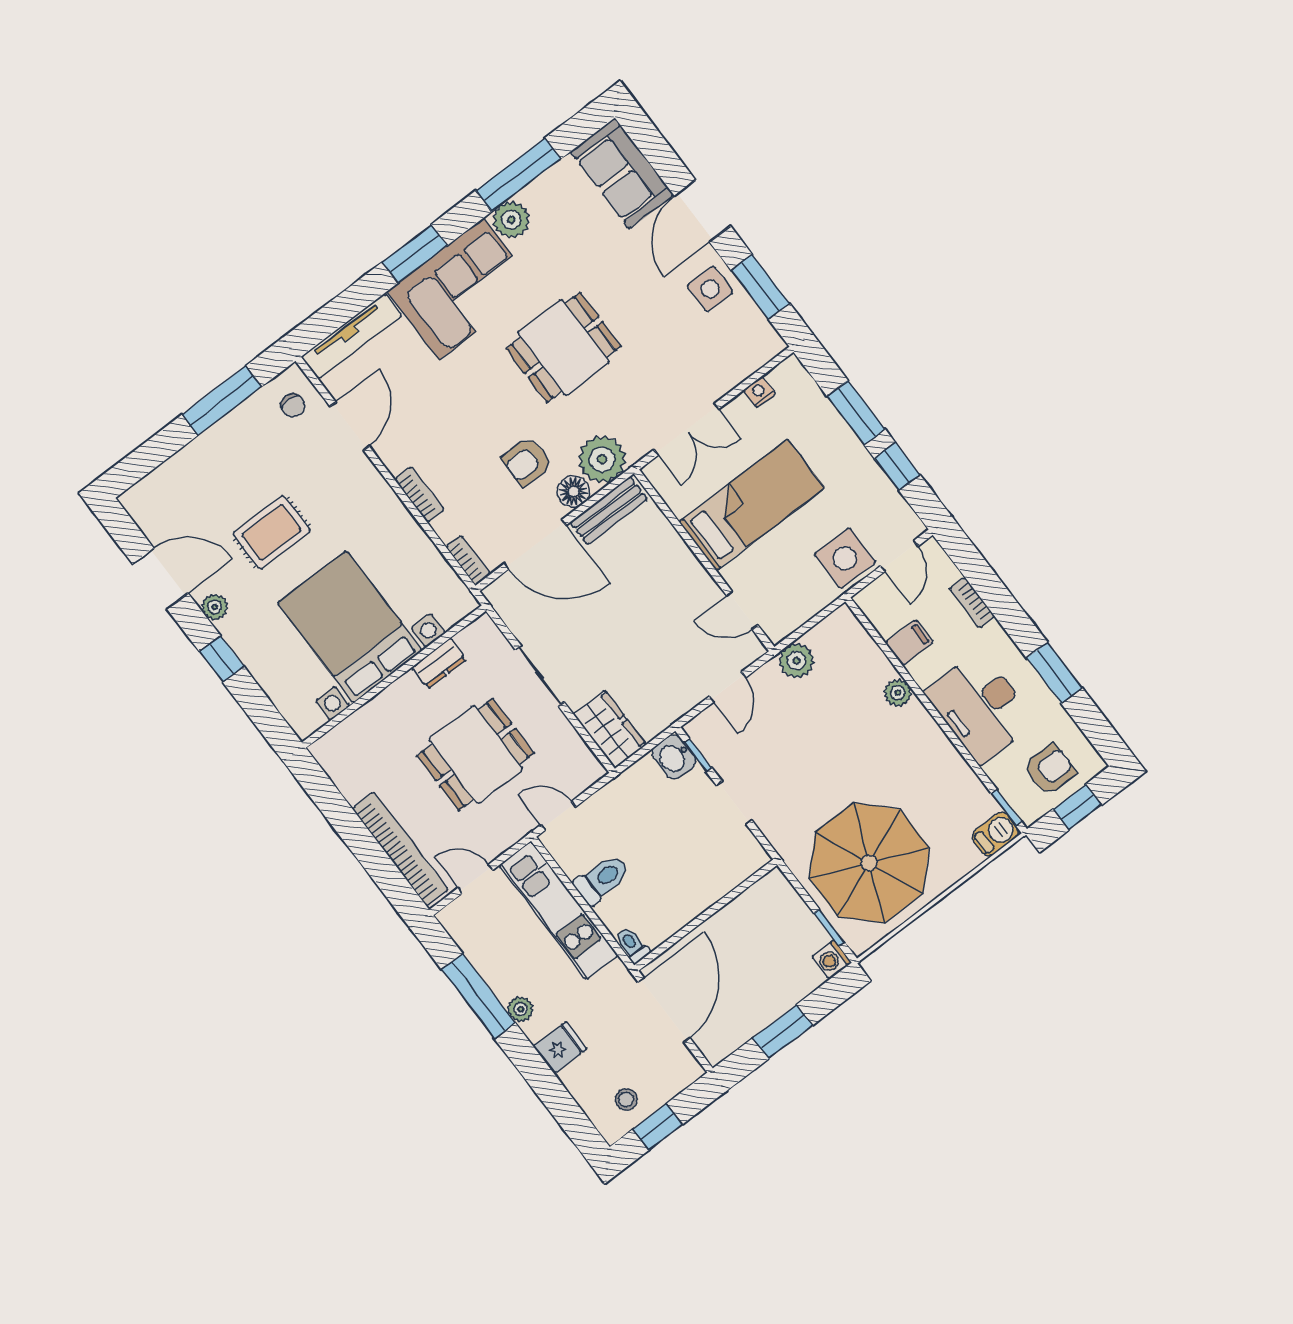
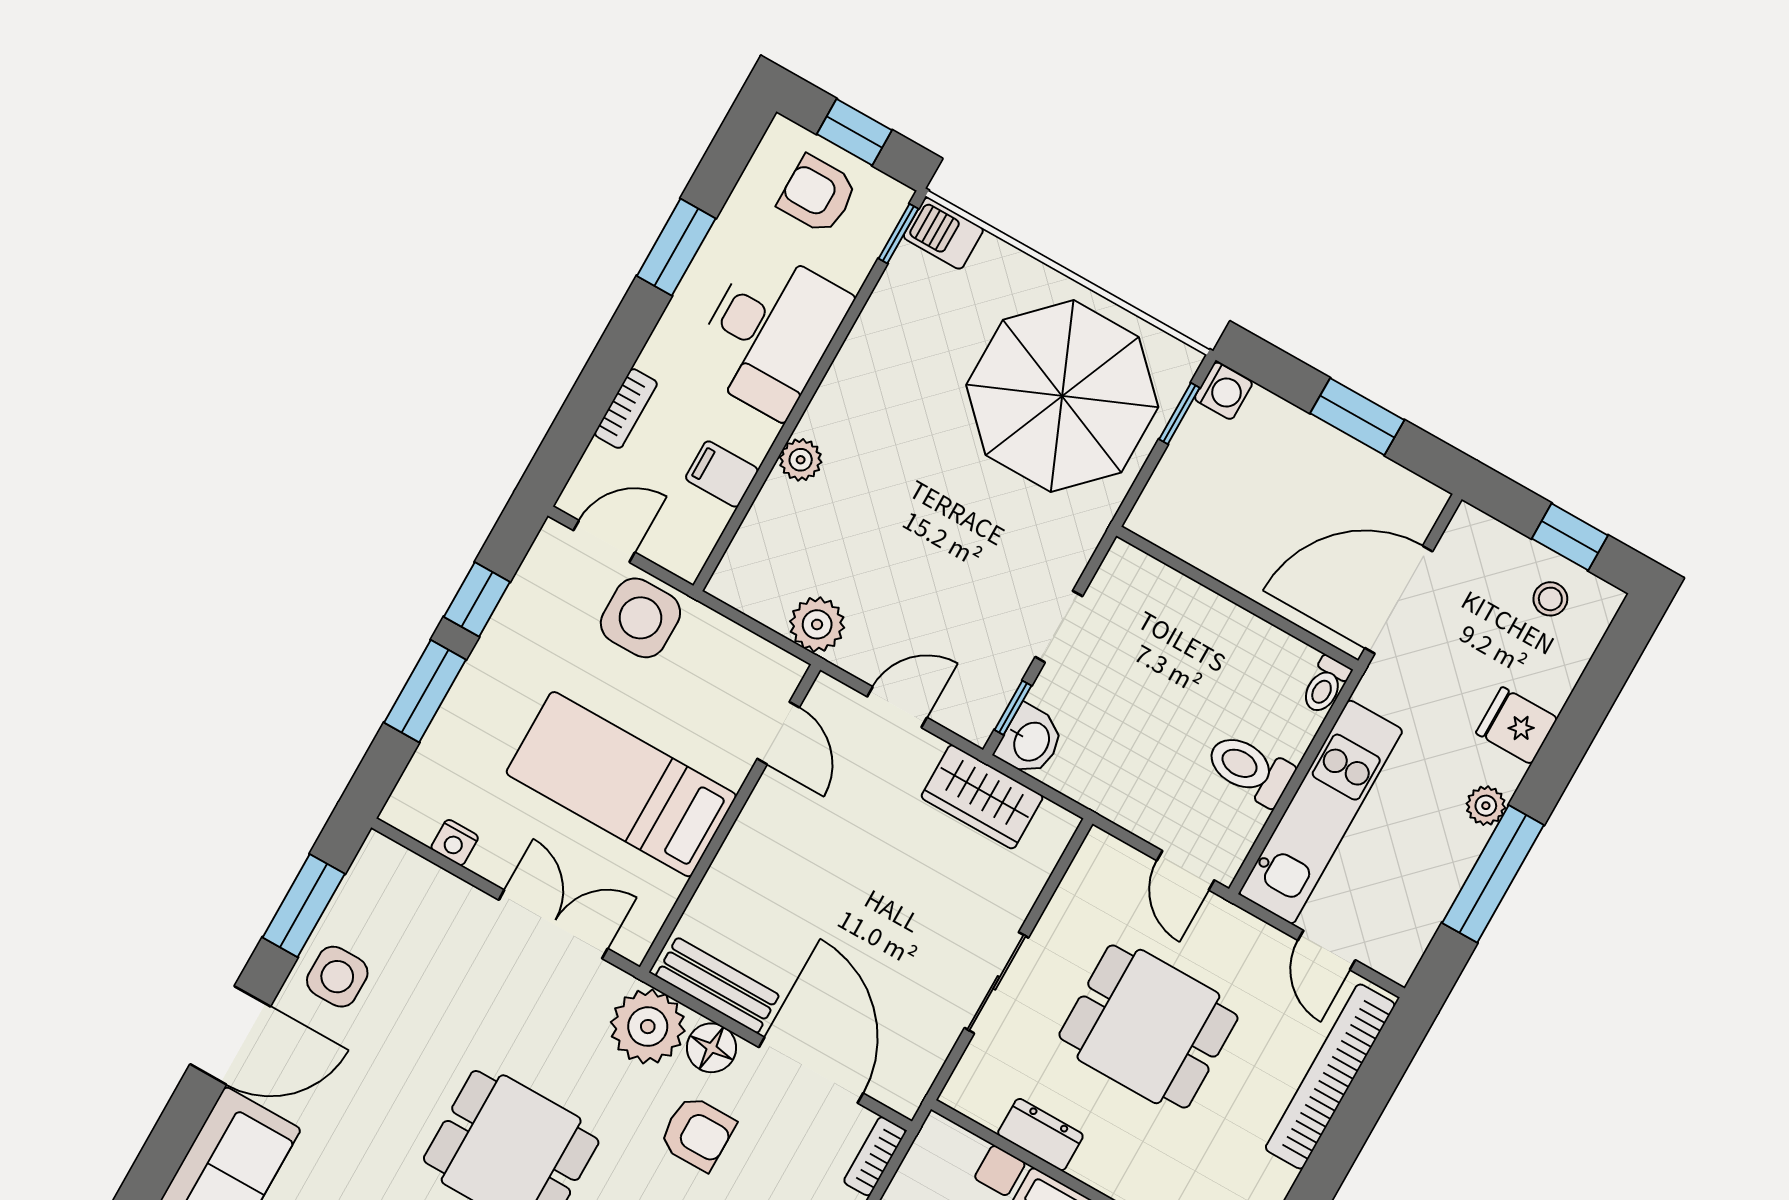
wardrobe: (610, 729) -> (982, 797), moved, turned -90

